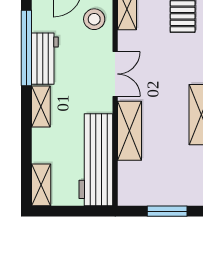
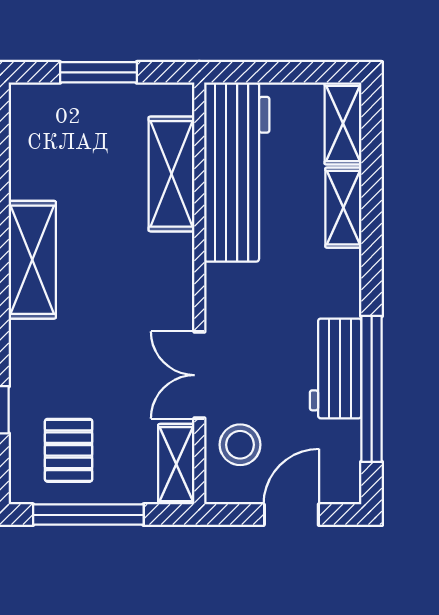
double door: (115, 74) -> (199, 375), moved
shelving: (41, 107) -> (343, 208), moved
shelving: (130, 131) -> (171, 174), moved

